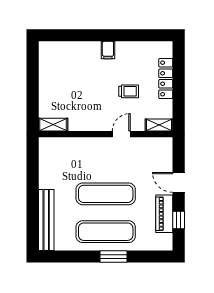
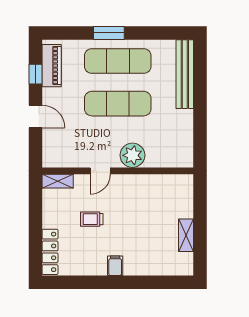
locker: (166, 78) -> (50, 252), moved
shelving: (53, 125) -> (186, 235), moved, turned 90
plant: (93, 148) -> (132, 155), added
piano: (164, 214) -> (52, 66), moved

